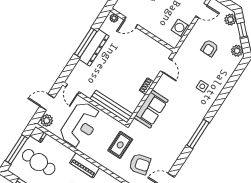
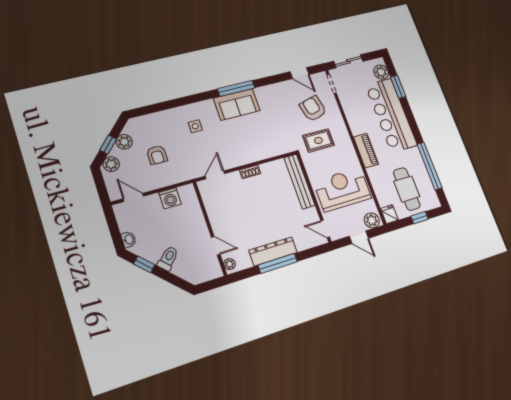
armchair: (209, 48) -> (157, 155), turned 90
plant: (237, 51) -> (124, 142), moved
door: (72, 89) -> (325, 229), swing flipped
sofa: (151, 109) -> (237, 104), moved, turned 180
window: (16, 149) -> (420, 218), width x0.46

